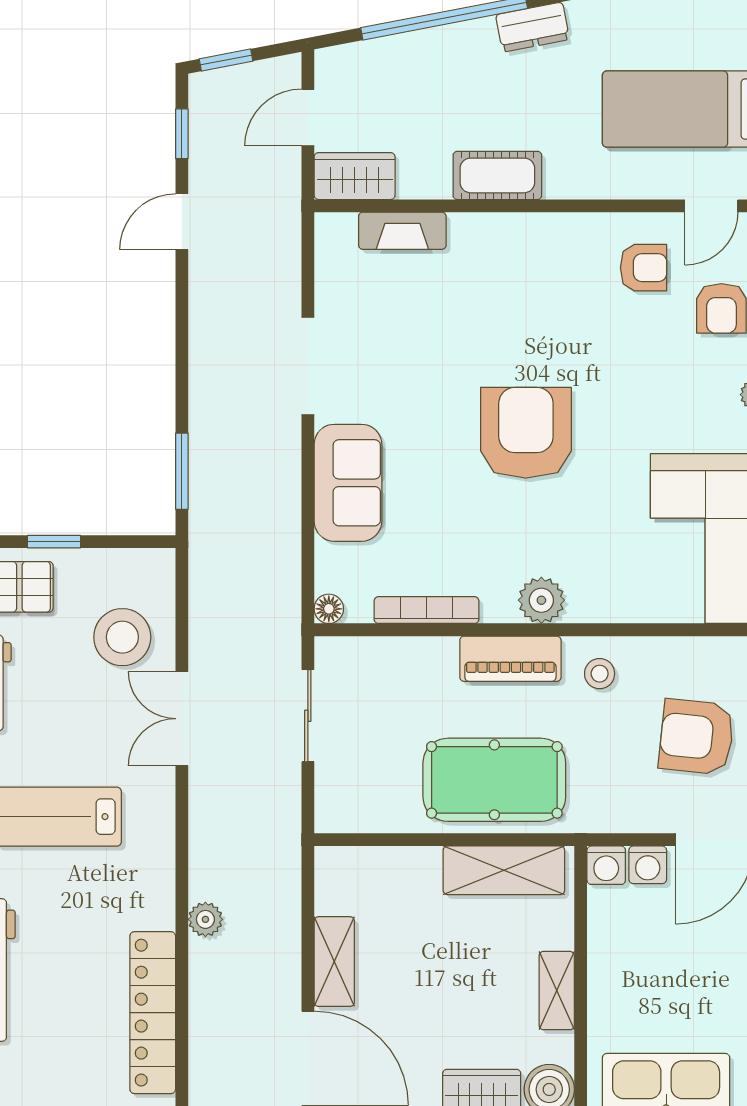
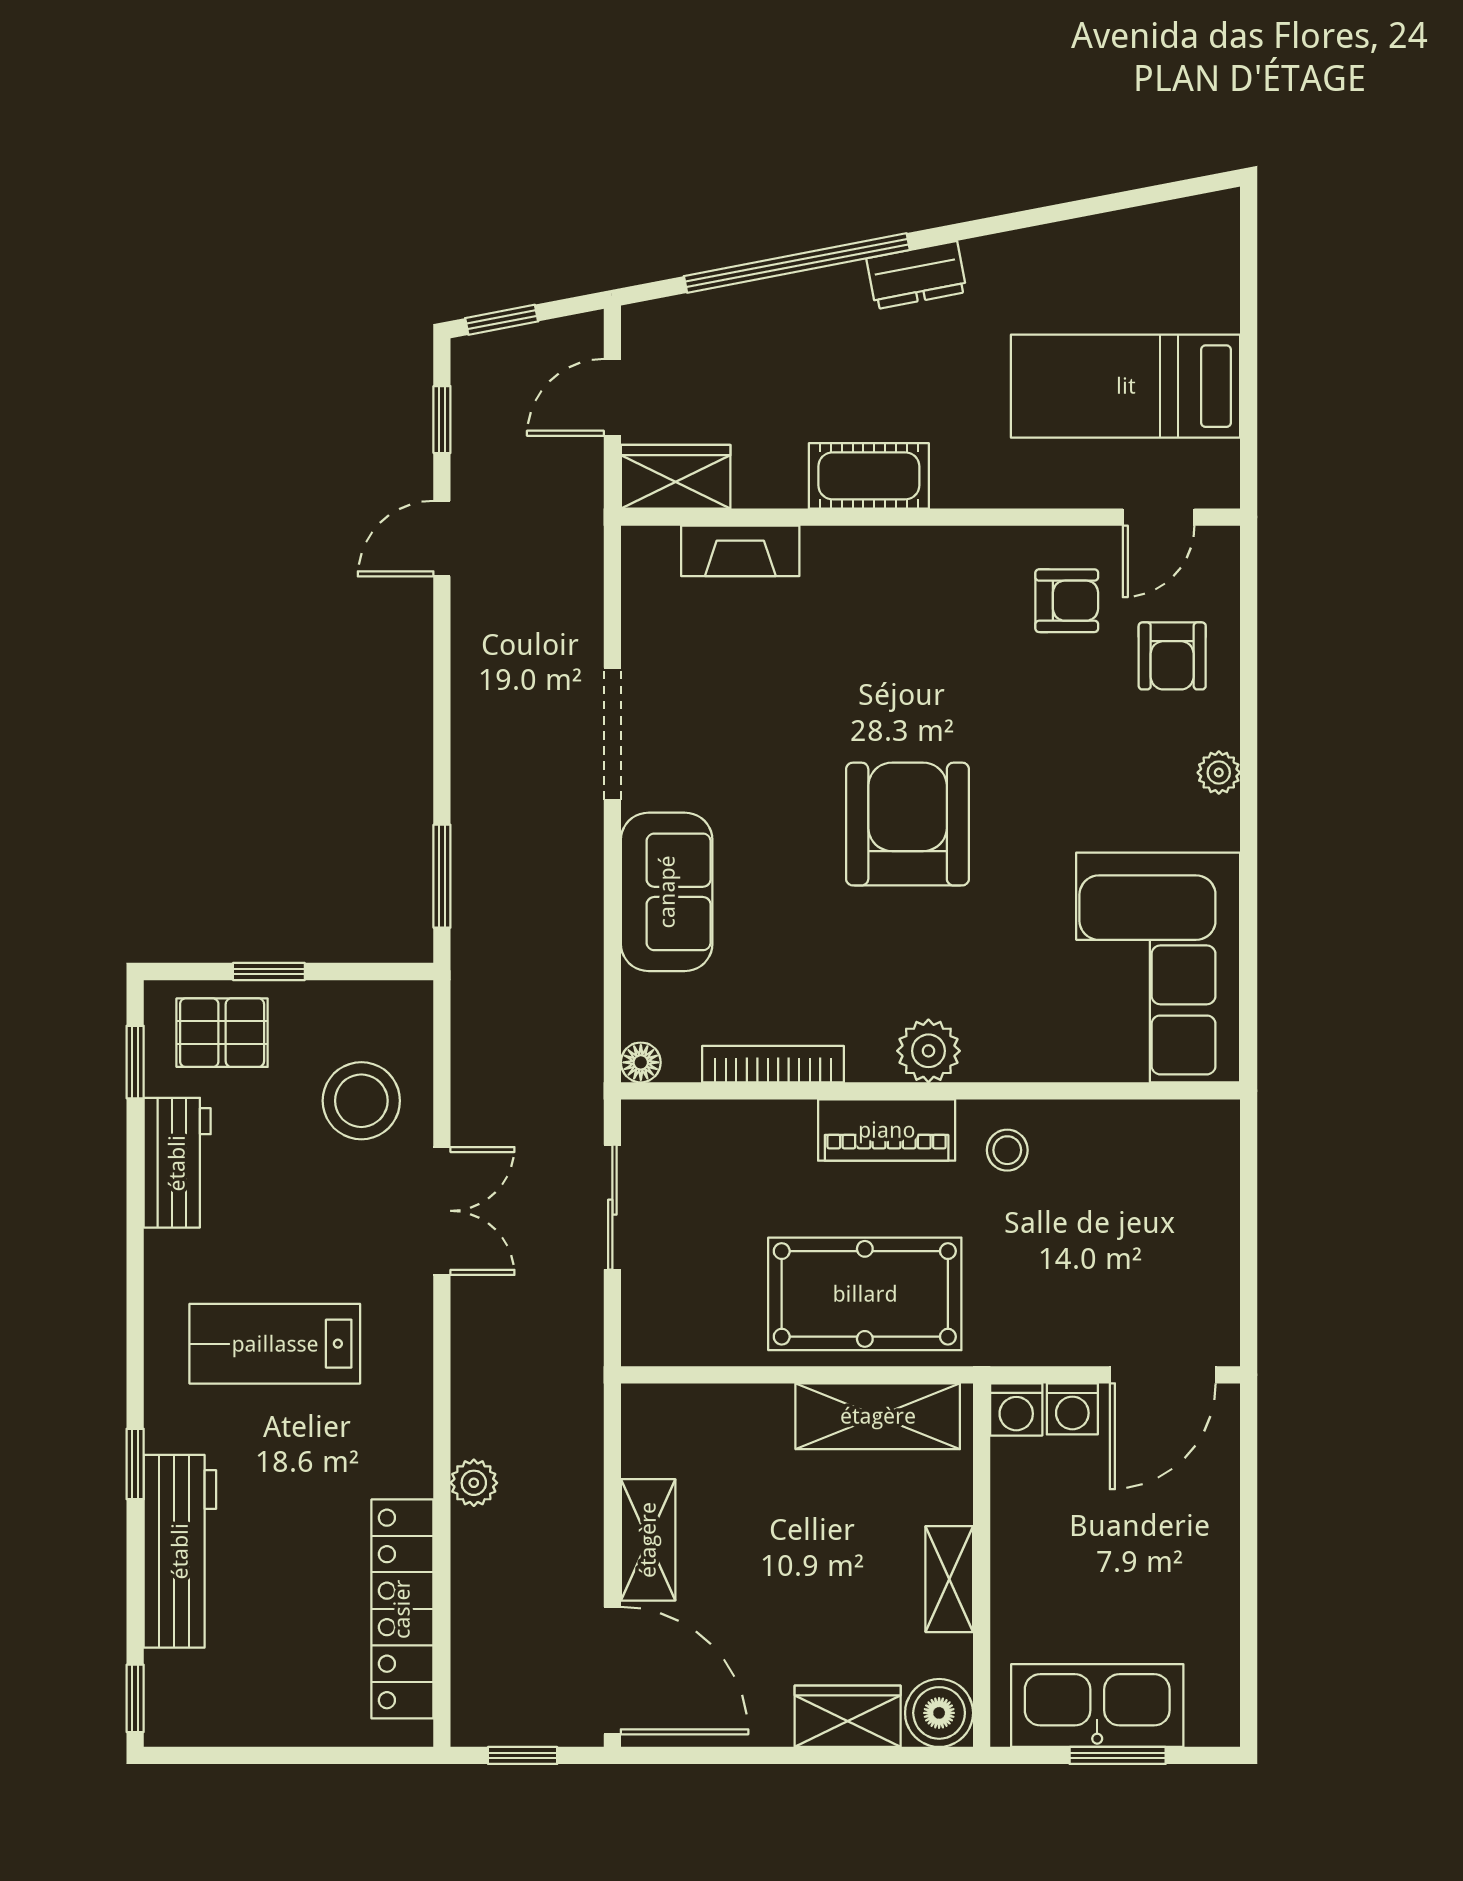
double door: (182, 719) -> (442, 1211), swing flipped
armchair: (697, 737) -> (1138, 1236), removed

